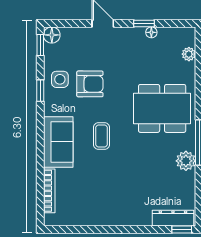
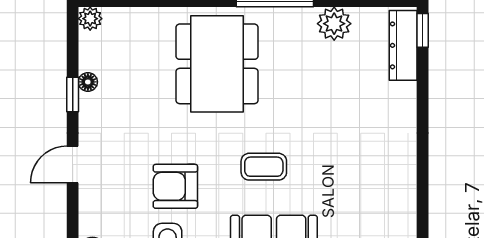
plant: (189, 54) -> (90, 19), moved
armchair: (90, 84) -> (175, 186), turned -90
plant: (186, 161) -> (334, 24), moved

